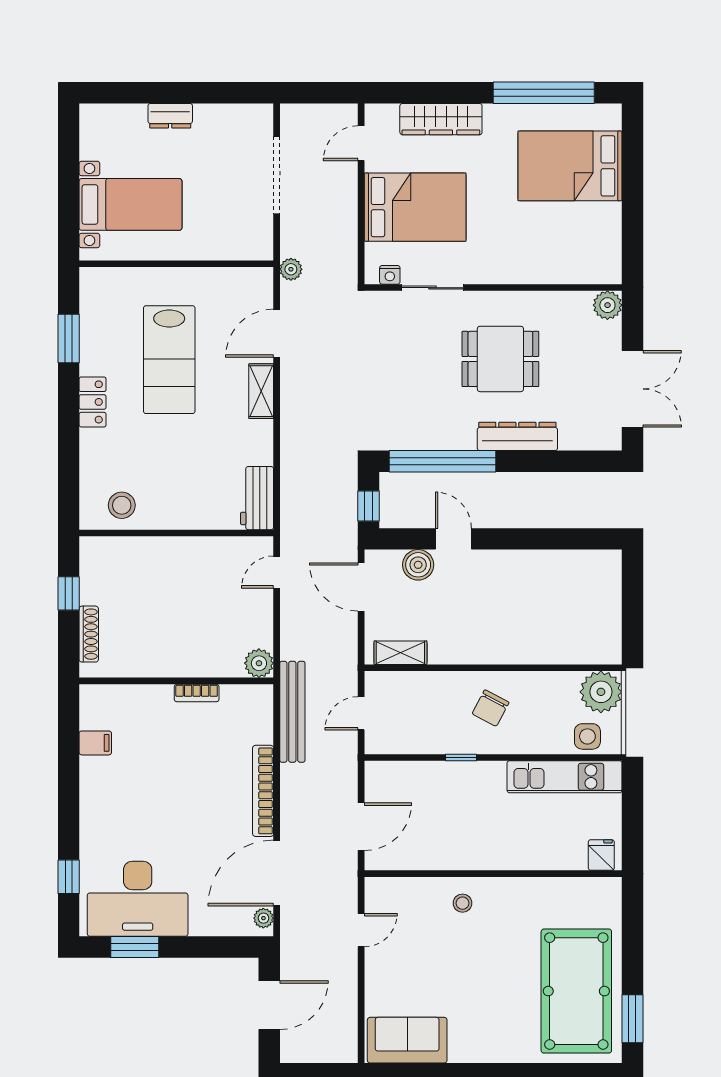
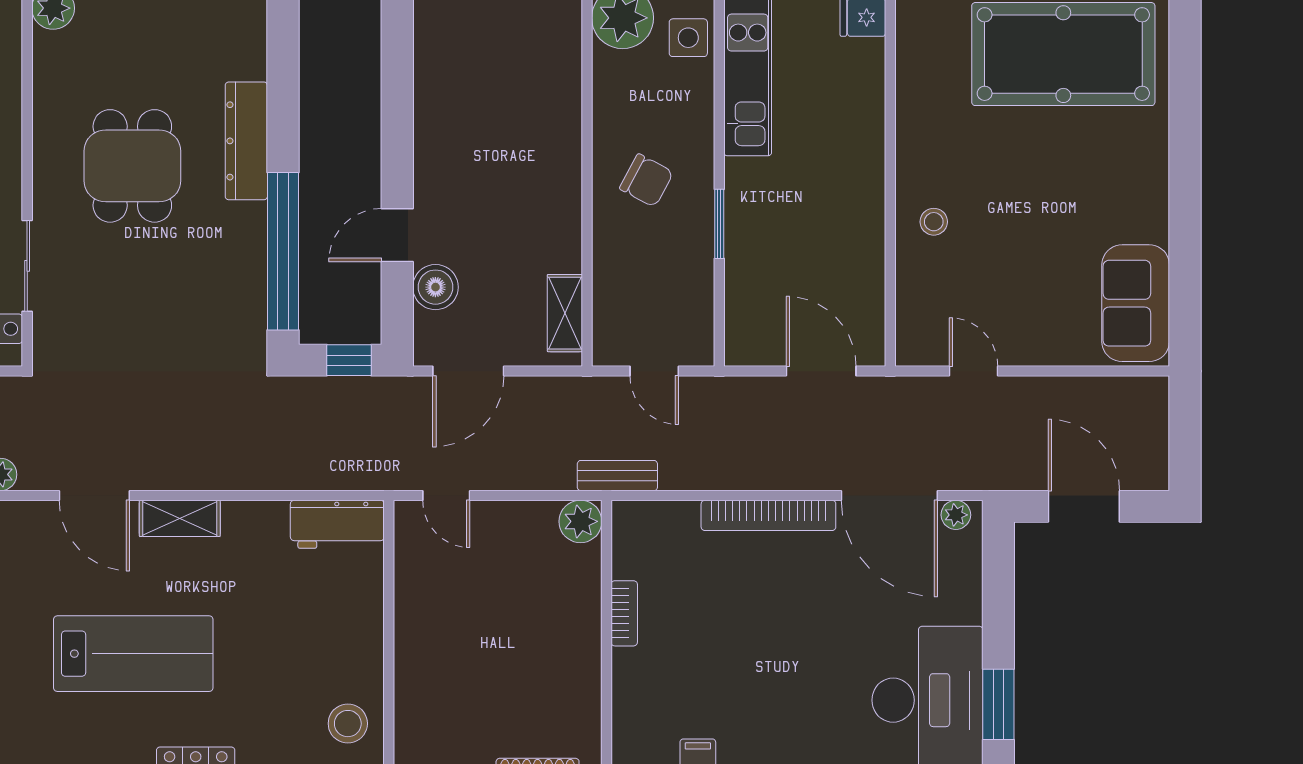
bench: (292, 712) -> (617, 476), width x0.54, depth x0.82
window: (461, 757) -> (719, 224), width x1.50

